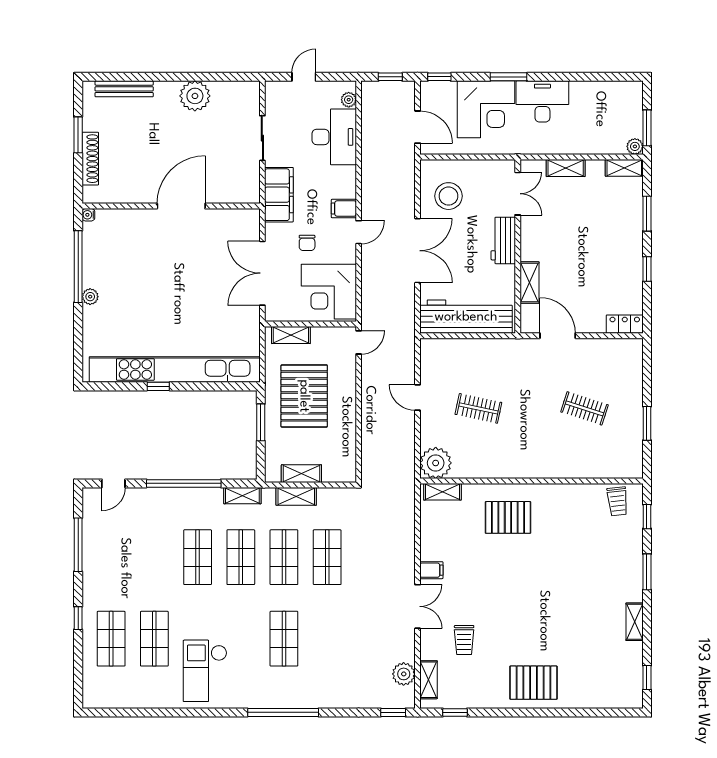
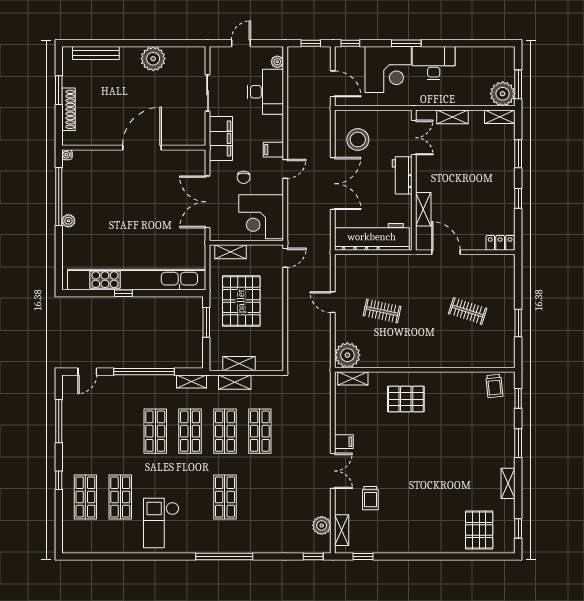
plant: (635, 146) -> (503, 94), width x1.87, depth x1.87
pallet: (533, 683) -> (479, 530), moved, turned 90

